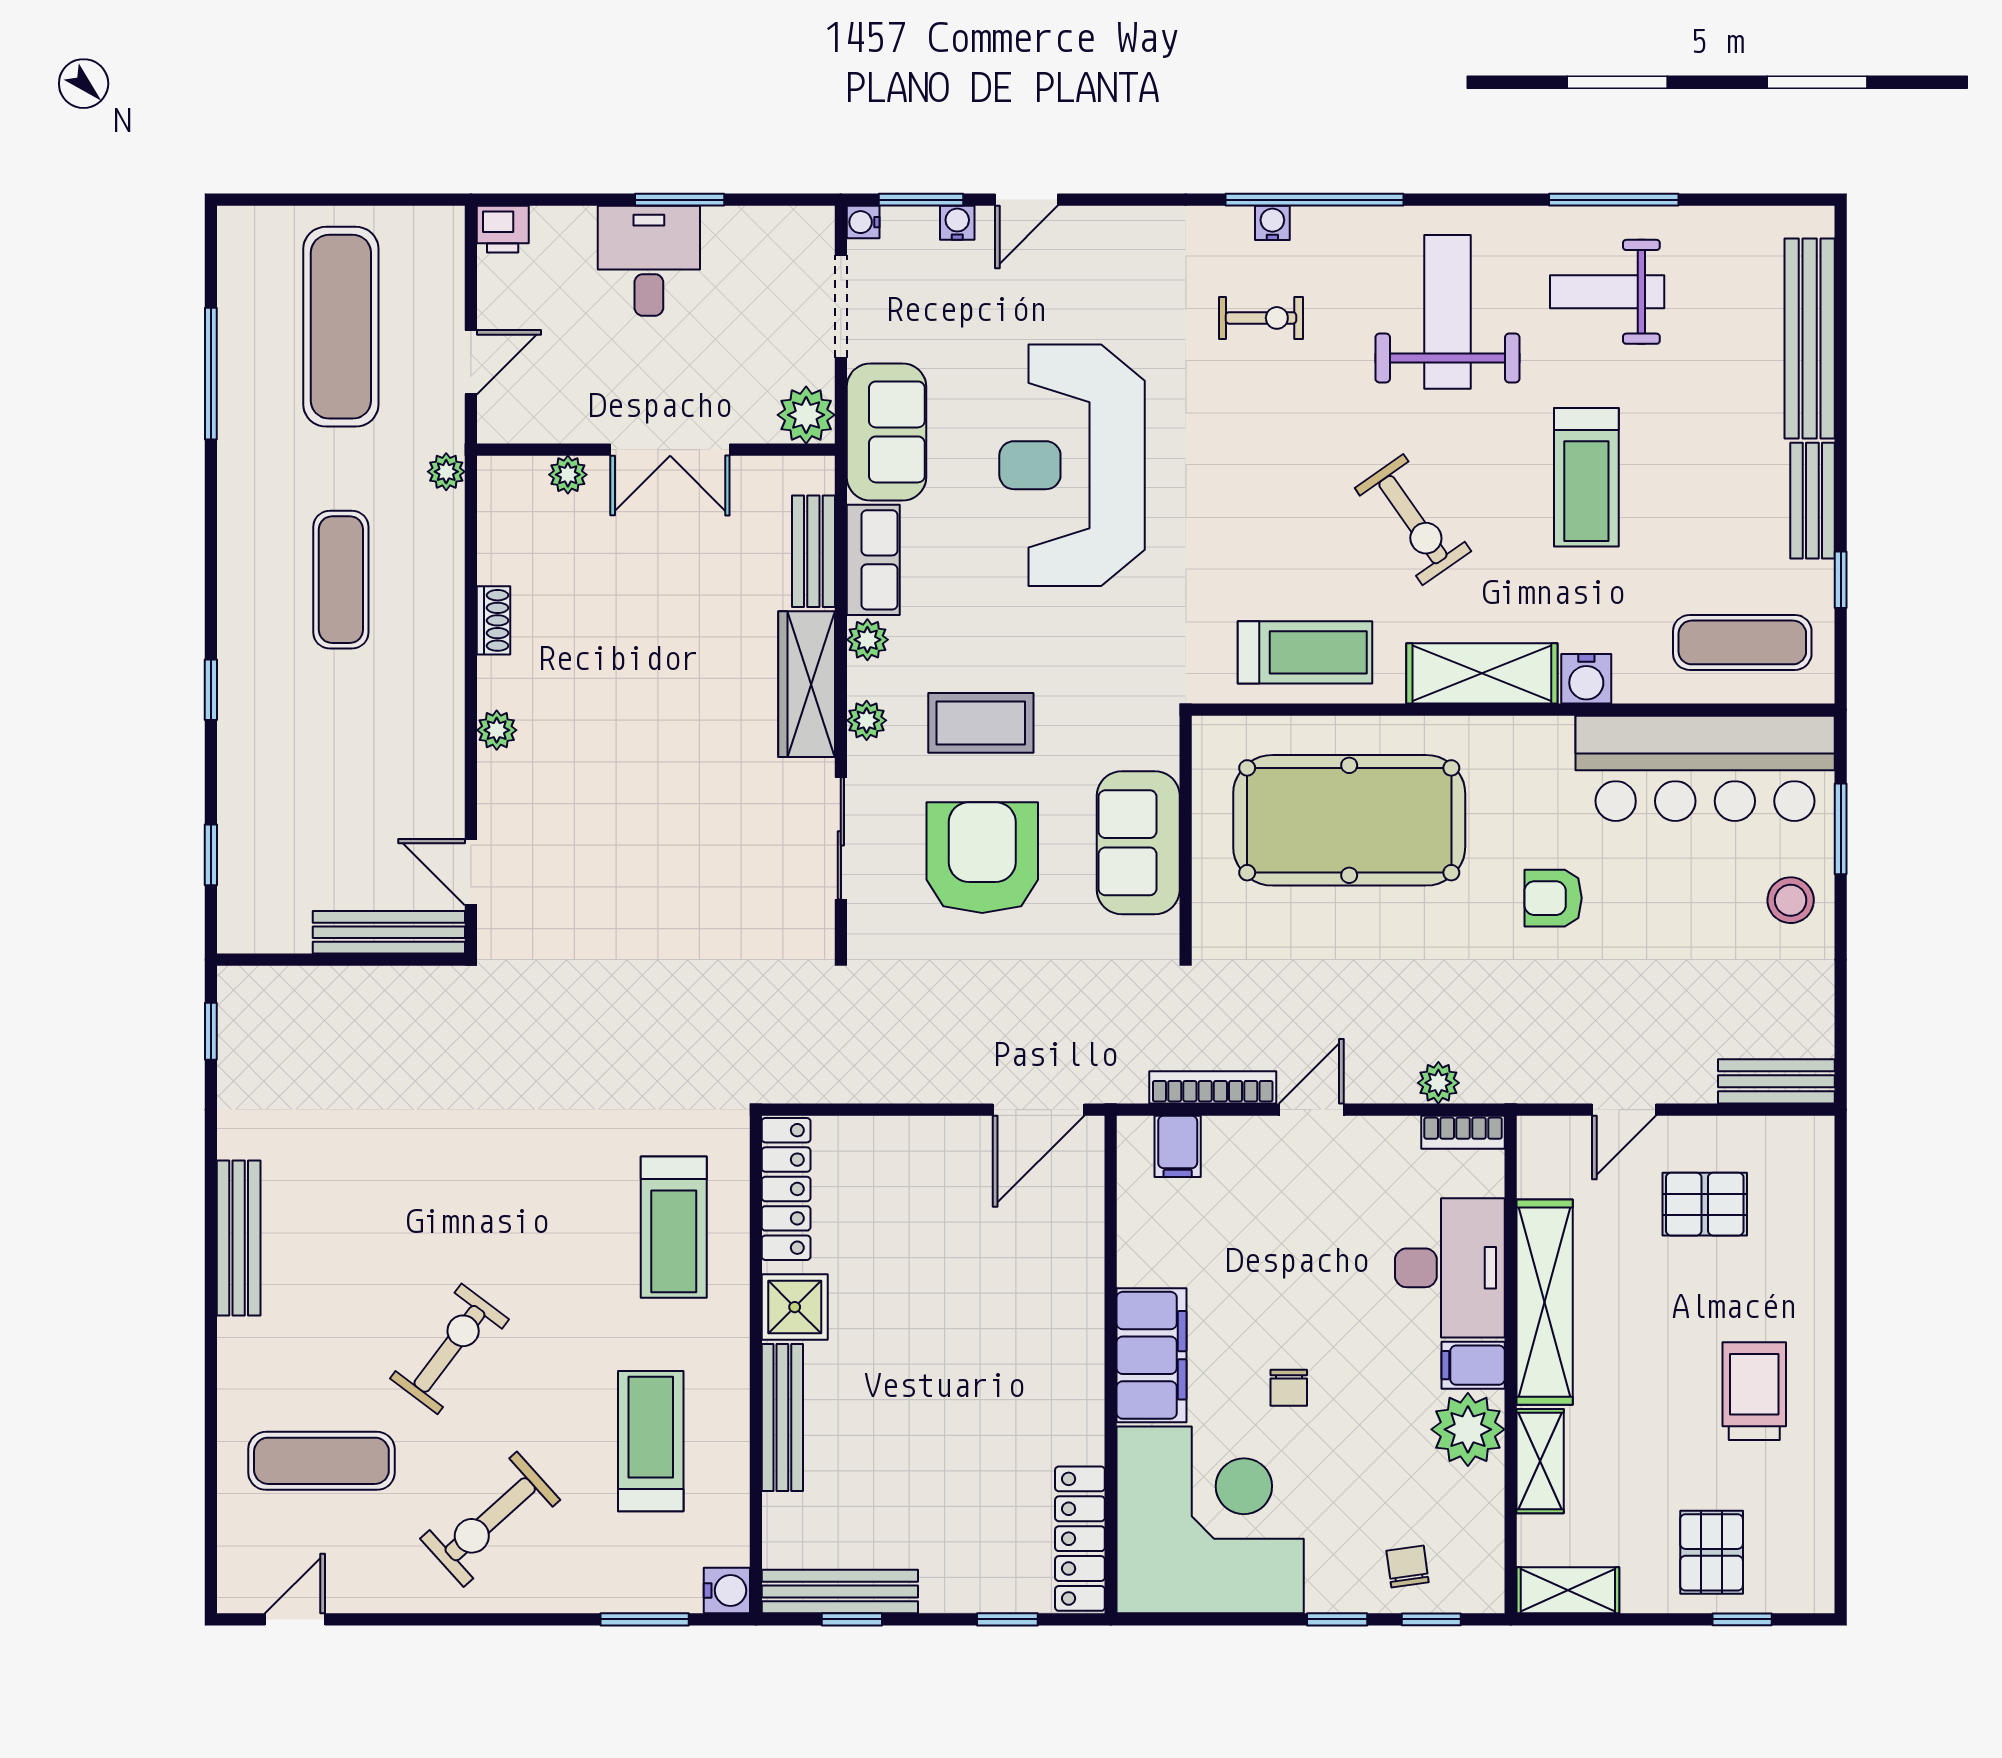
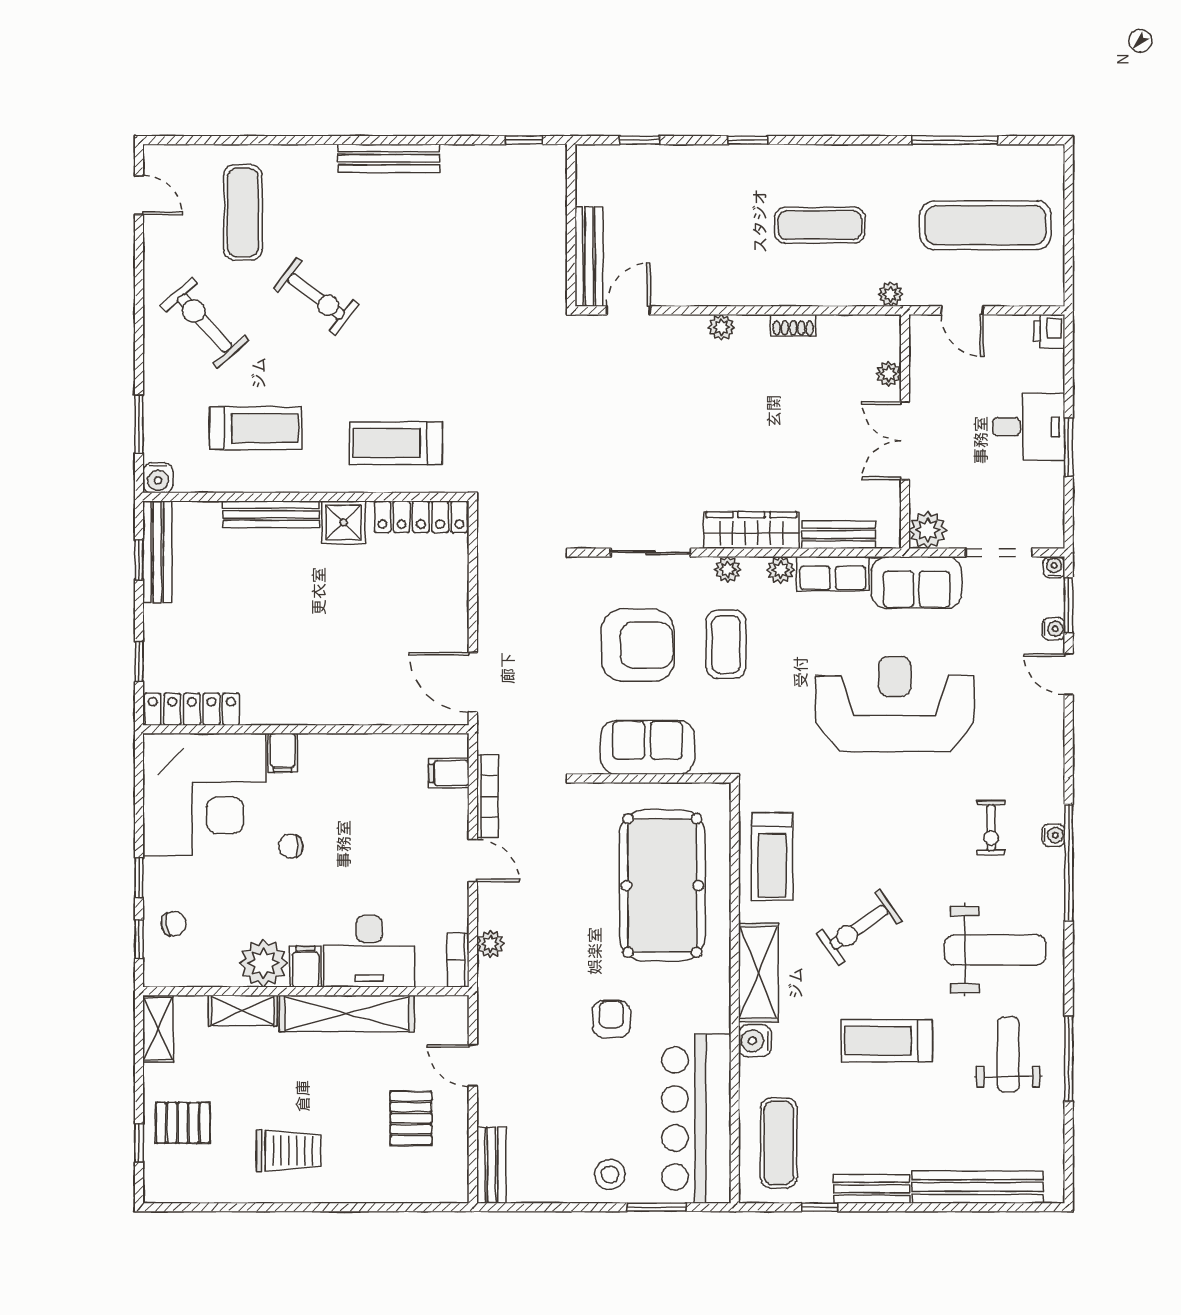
filing cabinet: (1151, 1355) -> (283, 753), width x0.33, depth x0.86

